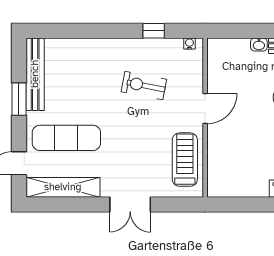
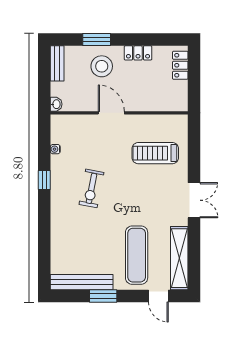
washbasin: (259, 45) -> (56, 104), moved
door: (205, 109) -> (111, 113), moved
wall: (205, 118) -> (119, 113), moved

